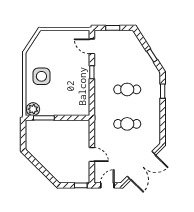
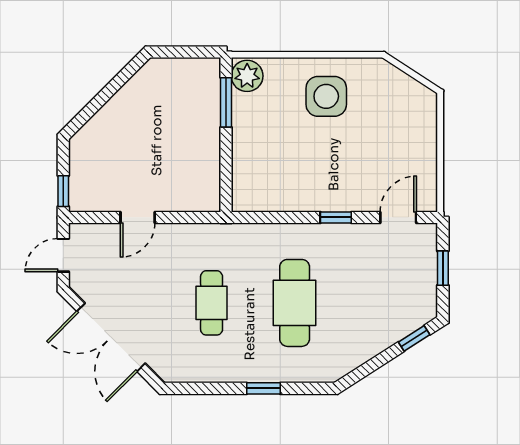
window: (152, 56) -> (414, 338), moved
cafe table: (127, 89) -> (295, 303), width x1.37, depth x1.35
window: (163, 91) -> (263, 388), moved
door: (107, 185) -> (63, 255), swing flipped

